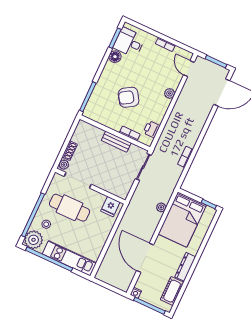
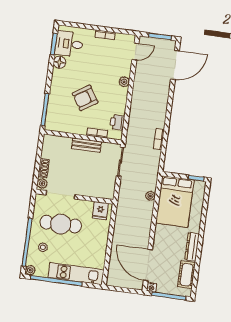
door: (189, 69) -> (135, 52), swing flipped
plant: (34, 240) -> (30, 270), width x0.53, depth x0.53
door: (145, 258) -> (148, 265), moved

